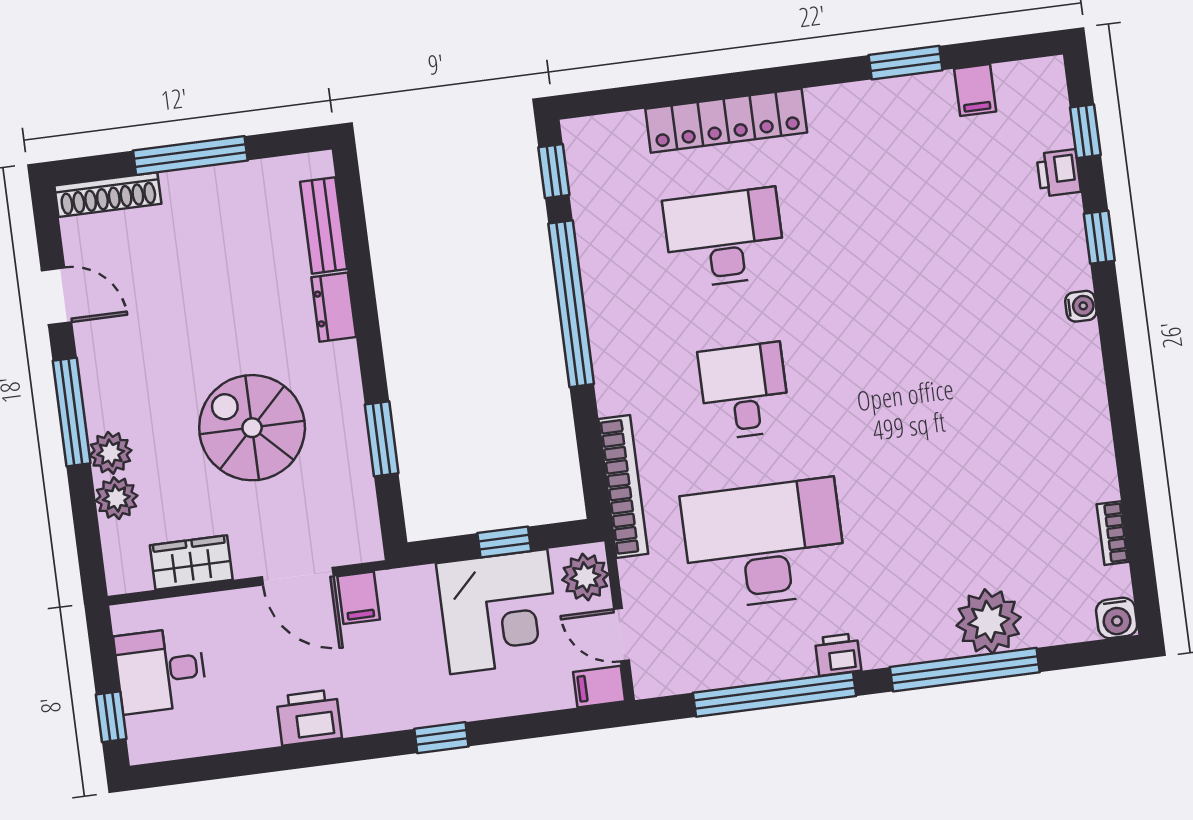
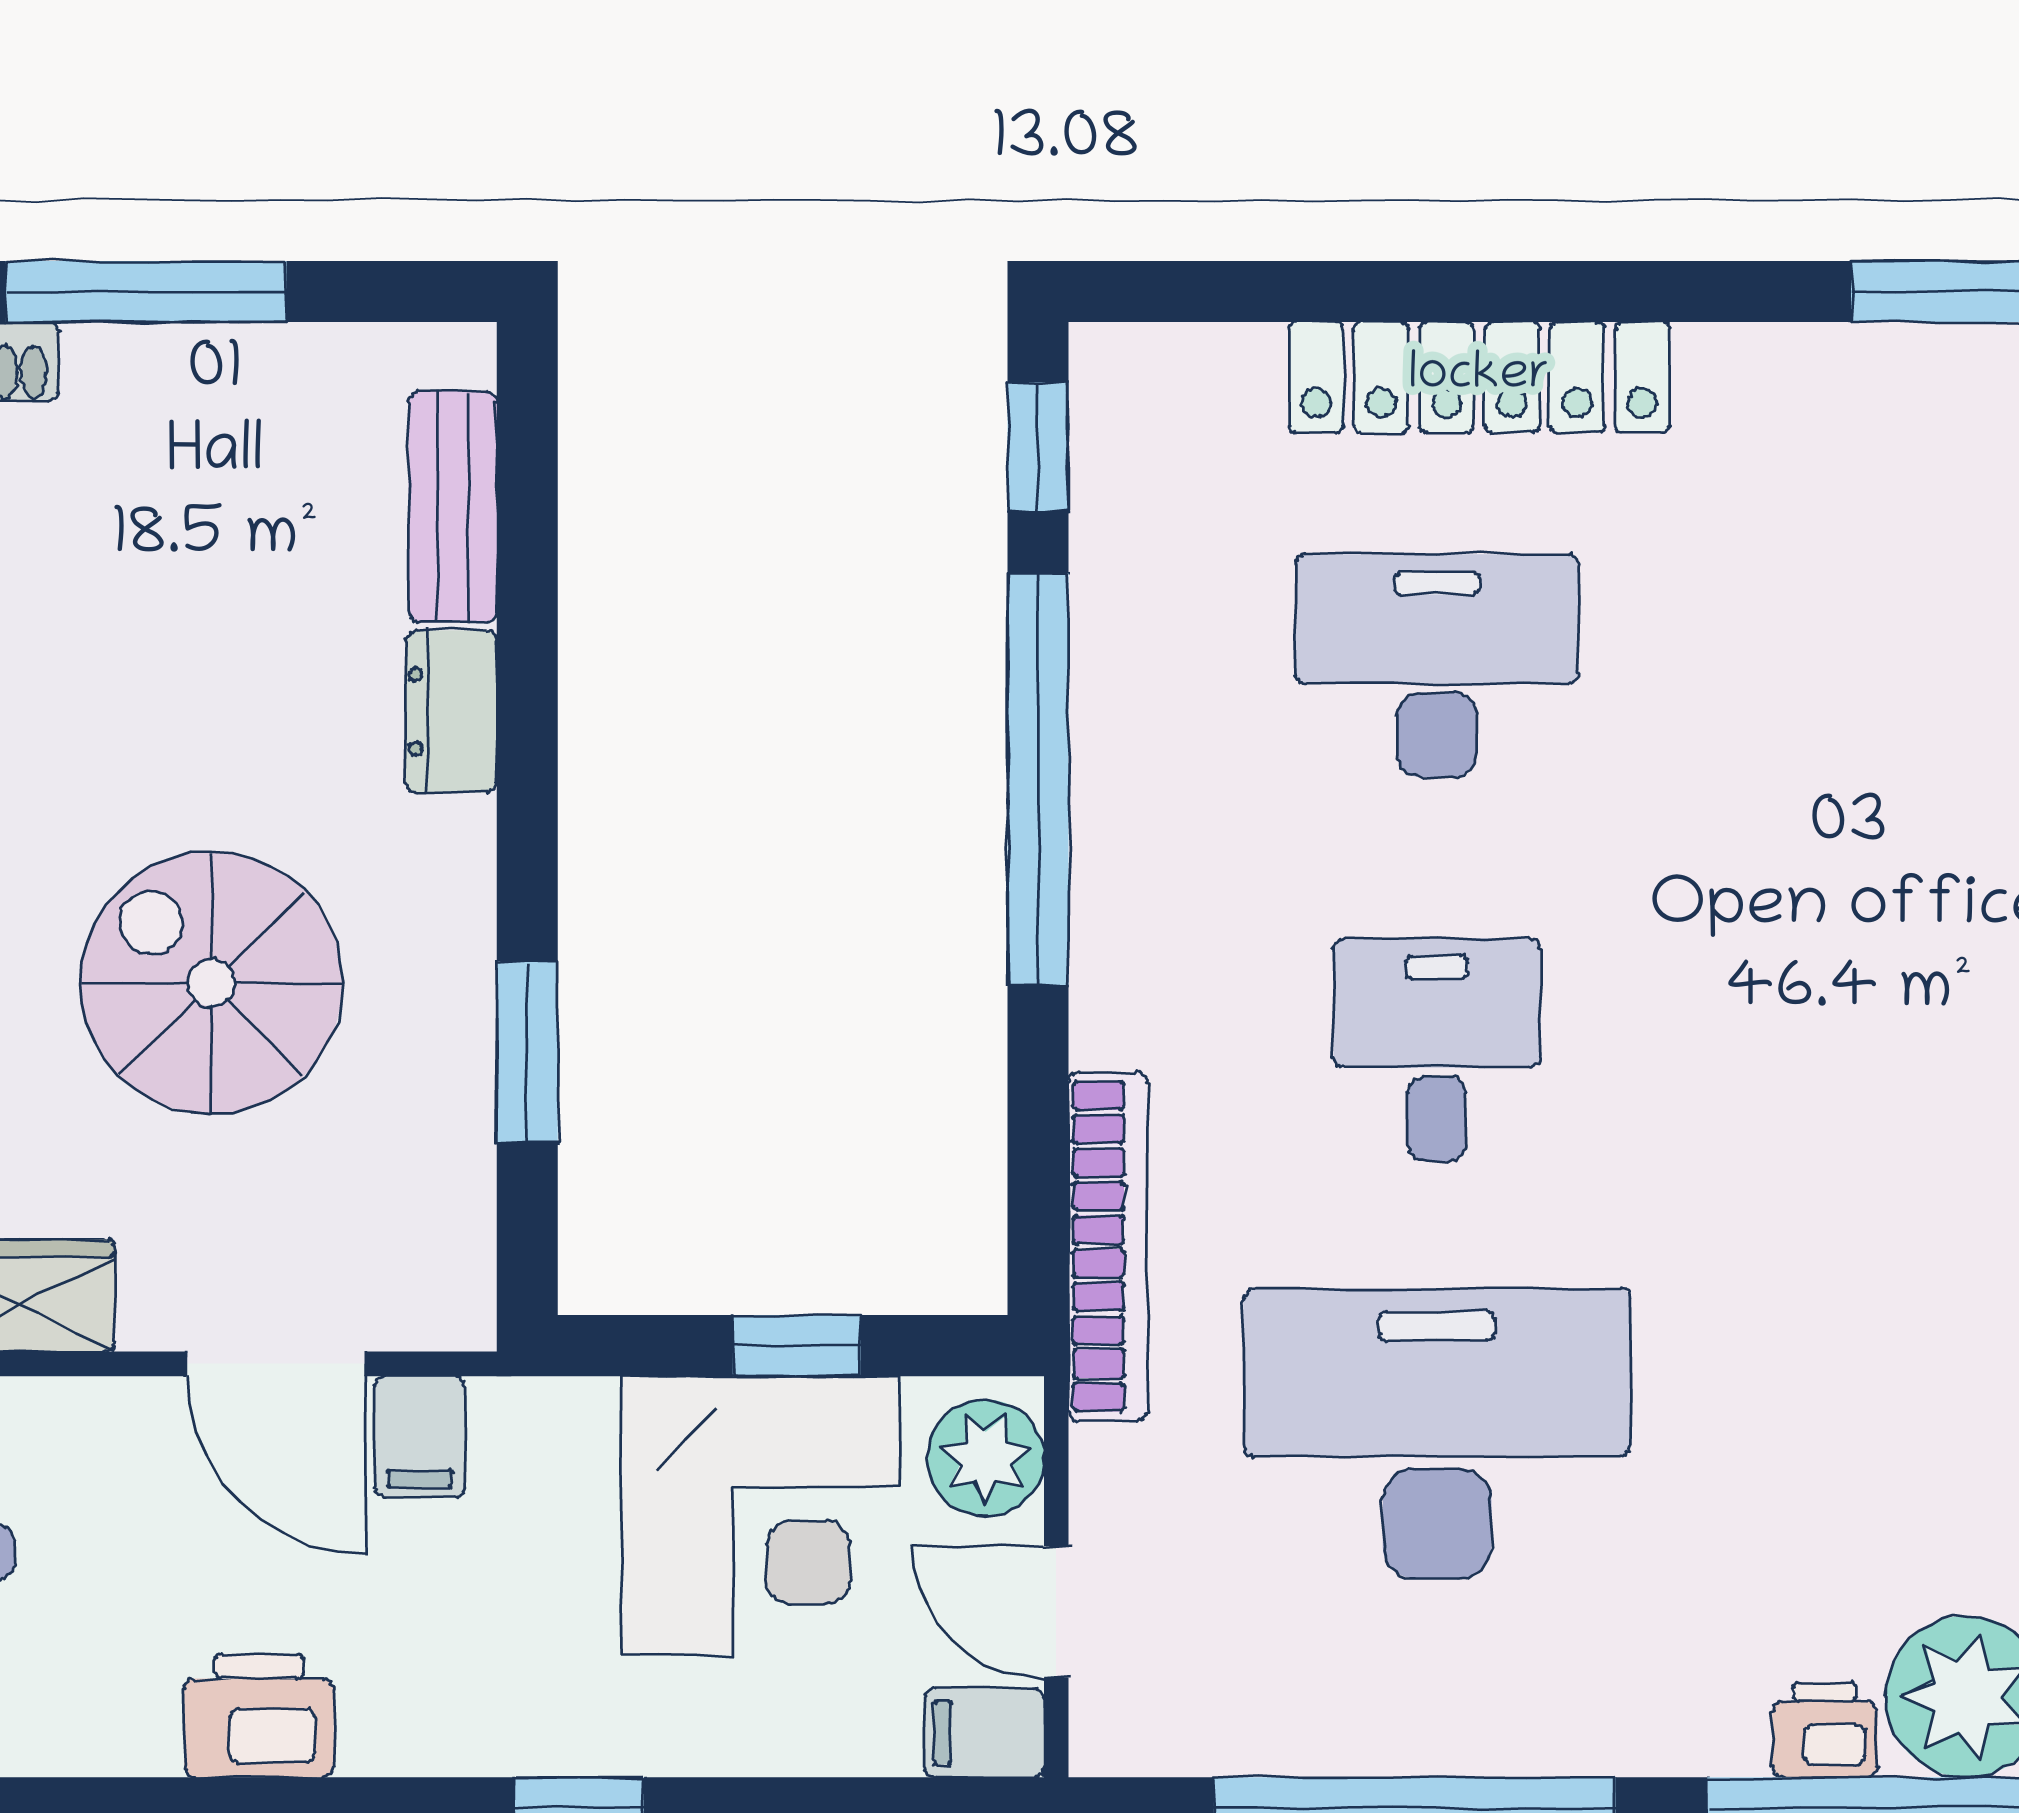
printer: (838, 654) -> (1825, 1730), moved

